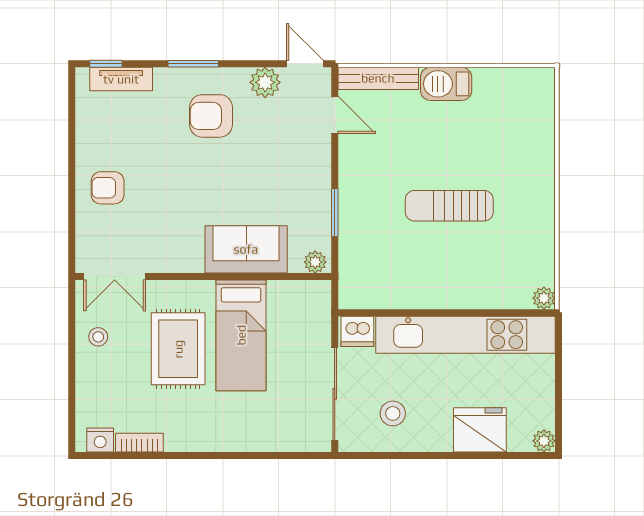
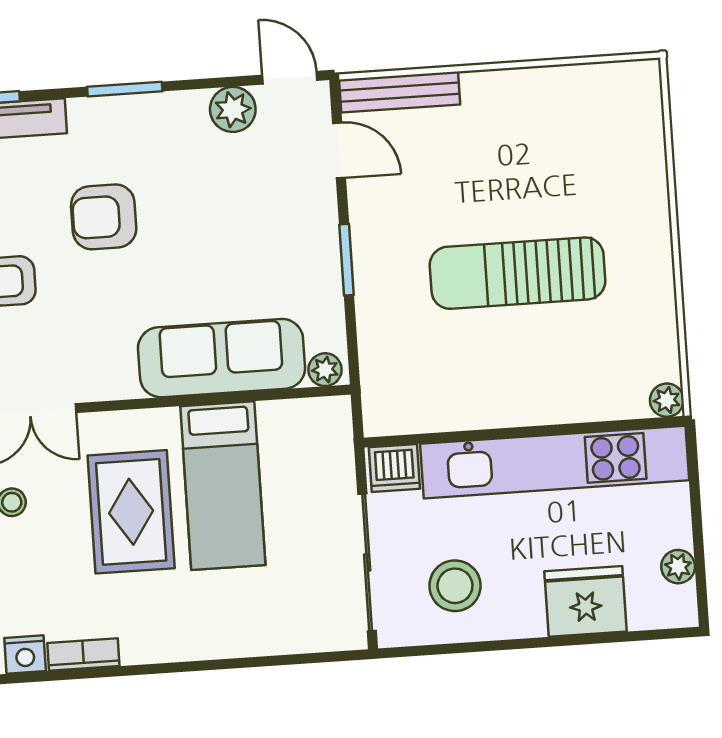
barbecue: (446, 84) -> (501, 93), removed
armchair: (211, 116) -> (104, 217), moved
sun lounger: (449, 206) -> (518, 273), width x1.36, depth x1.34
window: (335, 213) -> (347, 260), moved
sofa: (246, 249) -> (222, 358), width x1.36
stool: (393, 413) -> (455, 586), width x1.38, depth x1.38
plant: (544, 441) -> (678, 567), moved

